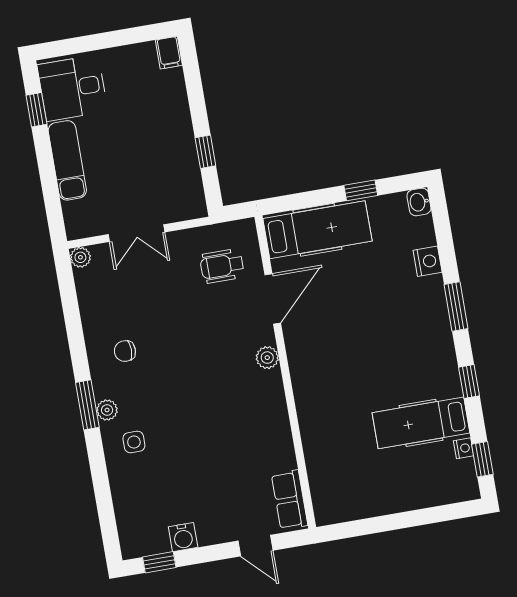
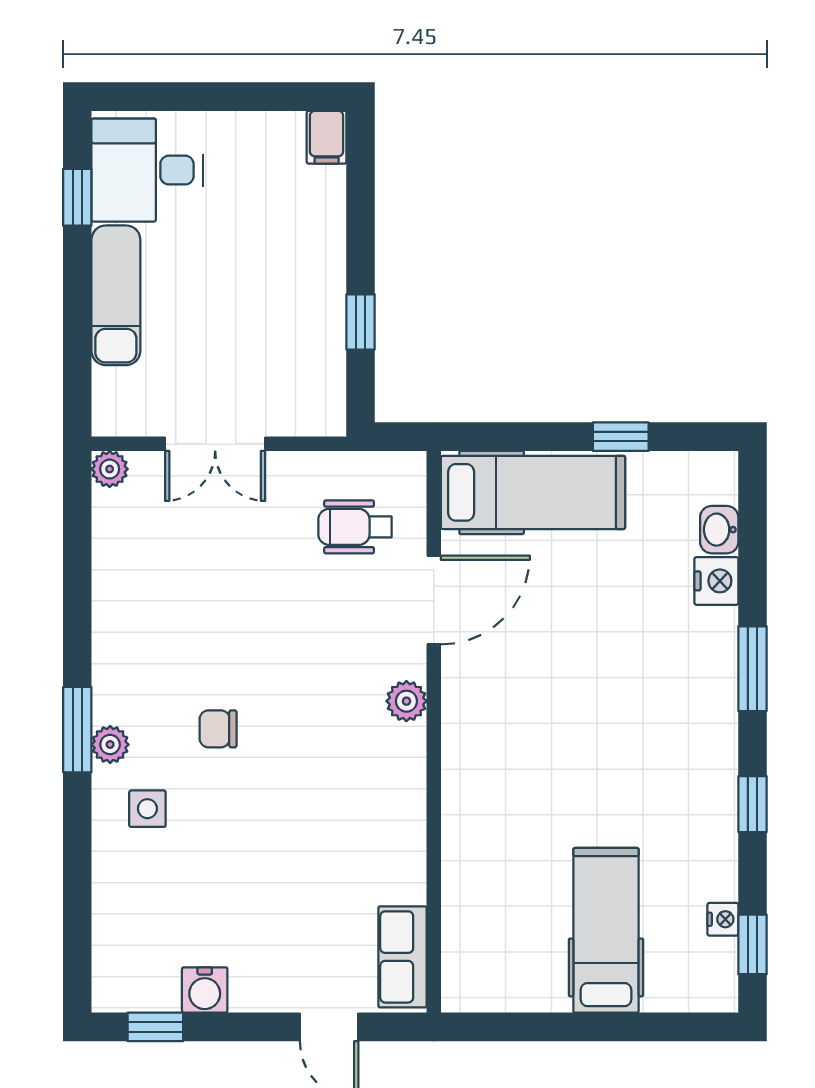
washbasin: (419, 202) -> (719, 530), moved
chair: (125, 351) -> (218, 729), moved
hospital bed: (421, 423) -> (606, 930), moved, turned 90

